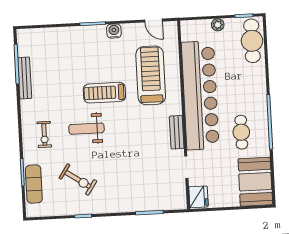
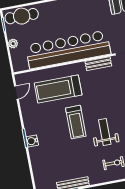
water cooler: (114, 31) -> (32, 141), moved
weight bench: (86, 129) -> (105, 132), turned 180
cafe table: (241, 132) -> (92, 15), removed

